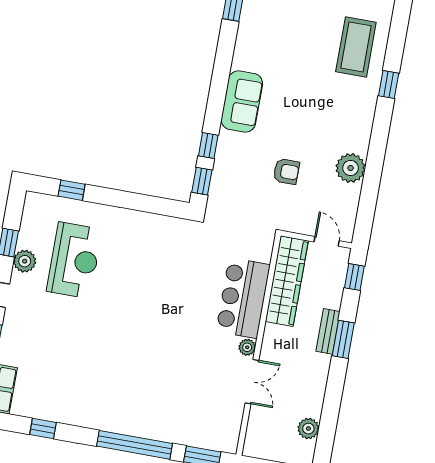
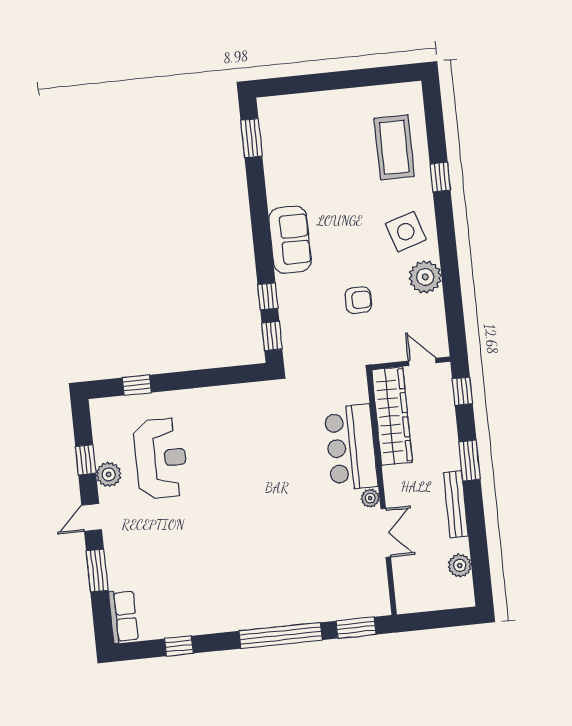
side table: (345, 124) -> (406, 232), added
bench: (328, 331) -> (456, 504), moved, width x1.36

